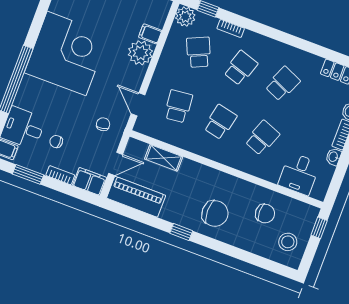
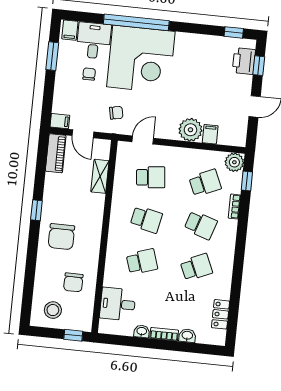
corner desk: (67, 53) -> (141, 59), moved
school desk: (282, 84) -> (196, 267), turned -48
school desk: (262, 138) -> (142, 262), turned -39
bookcase: (60, 175) -> (59, 86), removed
filing cabinet: (90, 181) -> (60, 121), width x0.50
piano: (136, 197) -> (56, 153), width x0.73, depth x0.75

